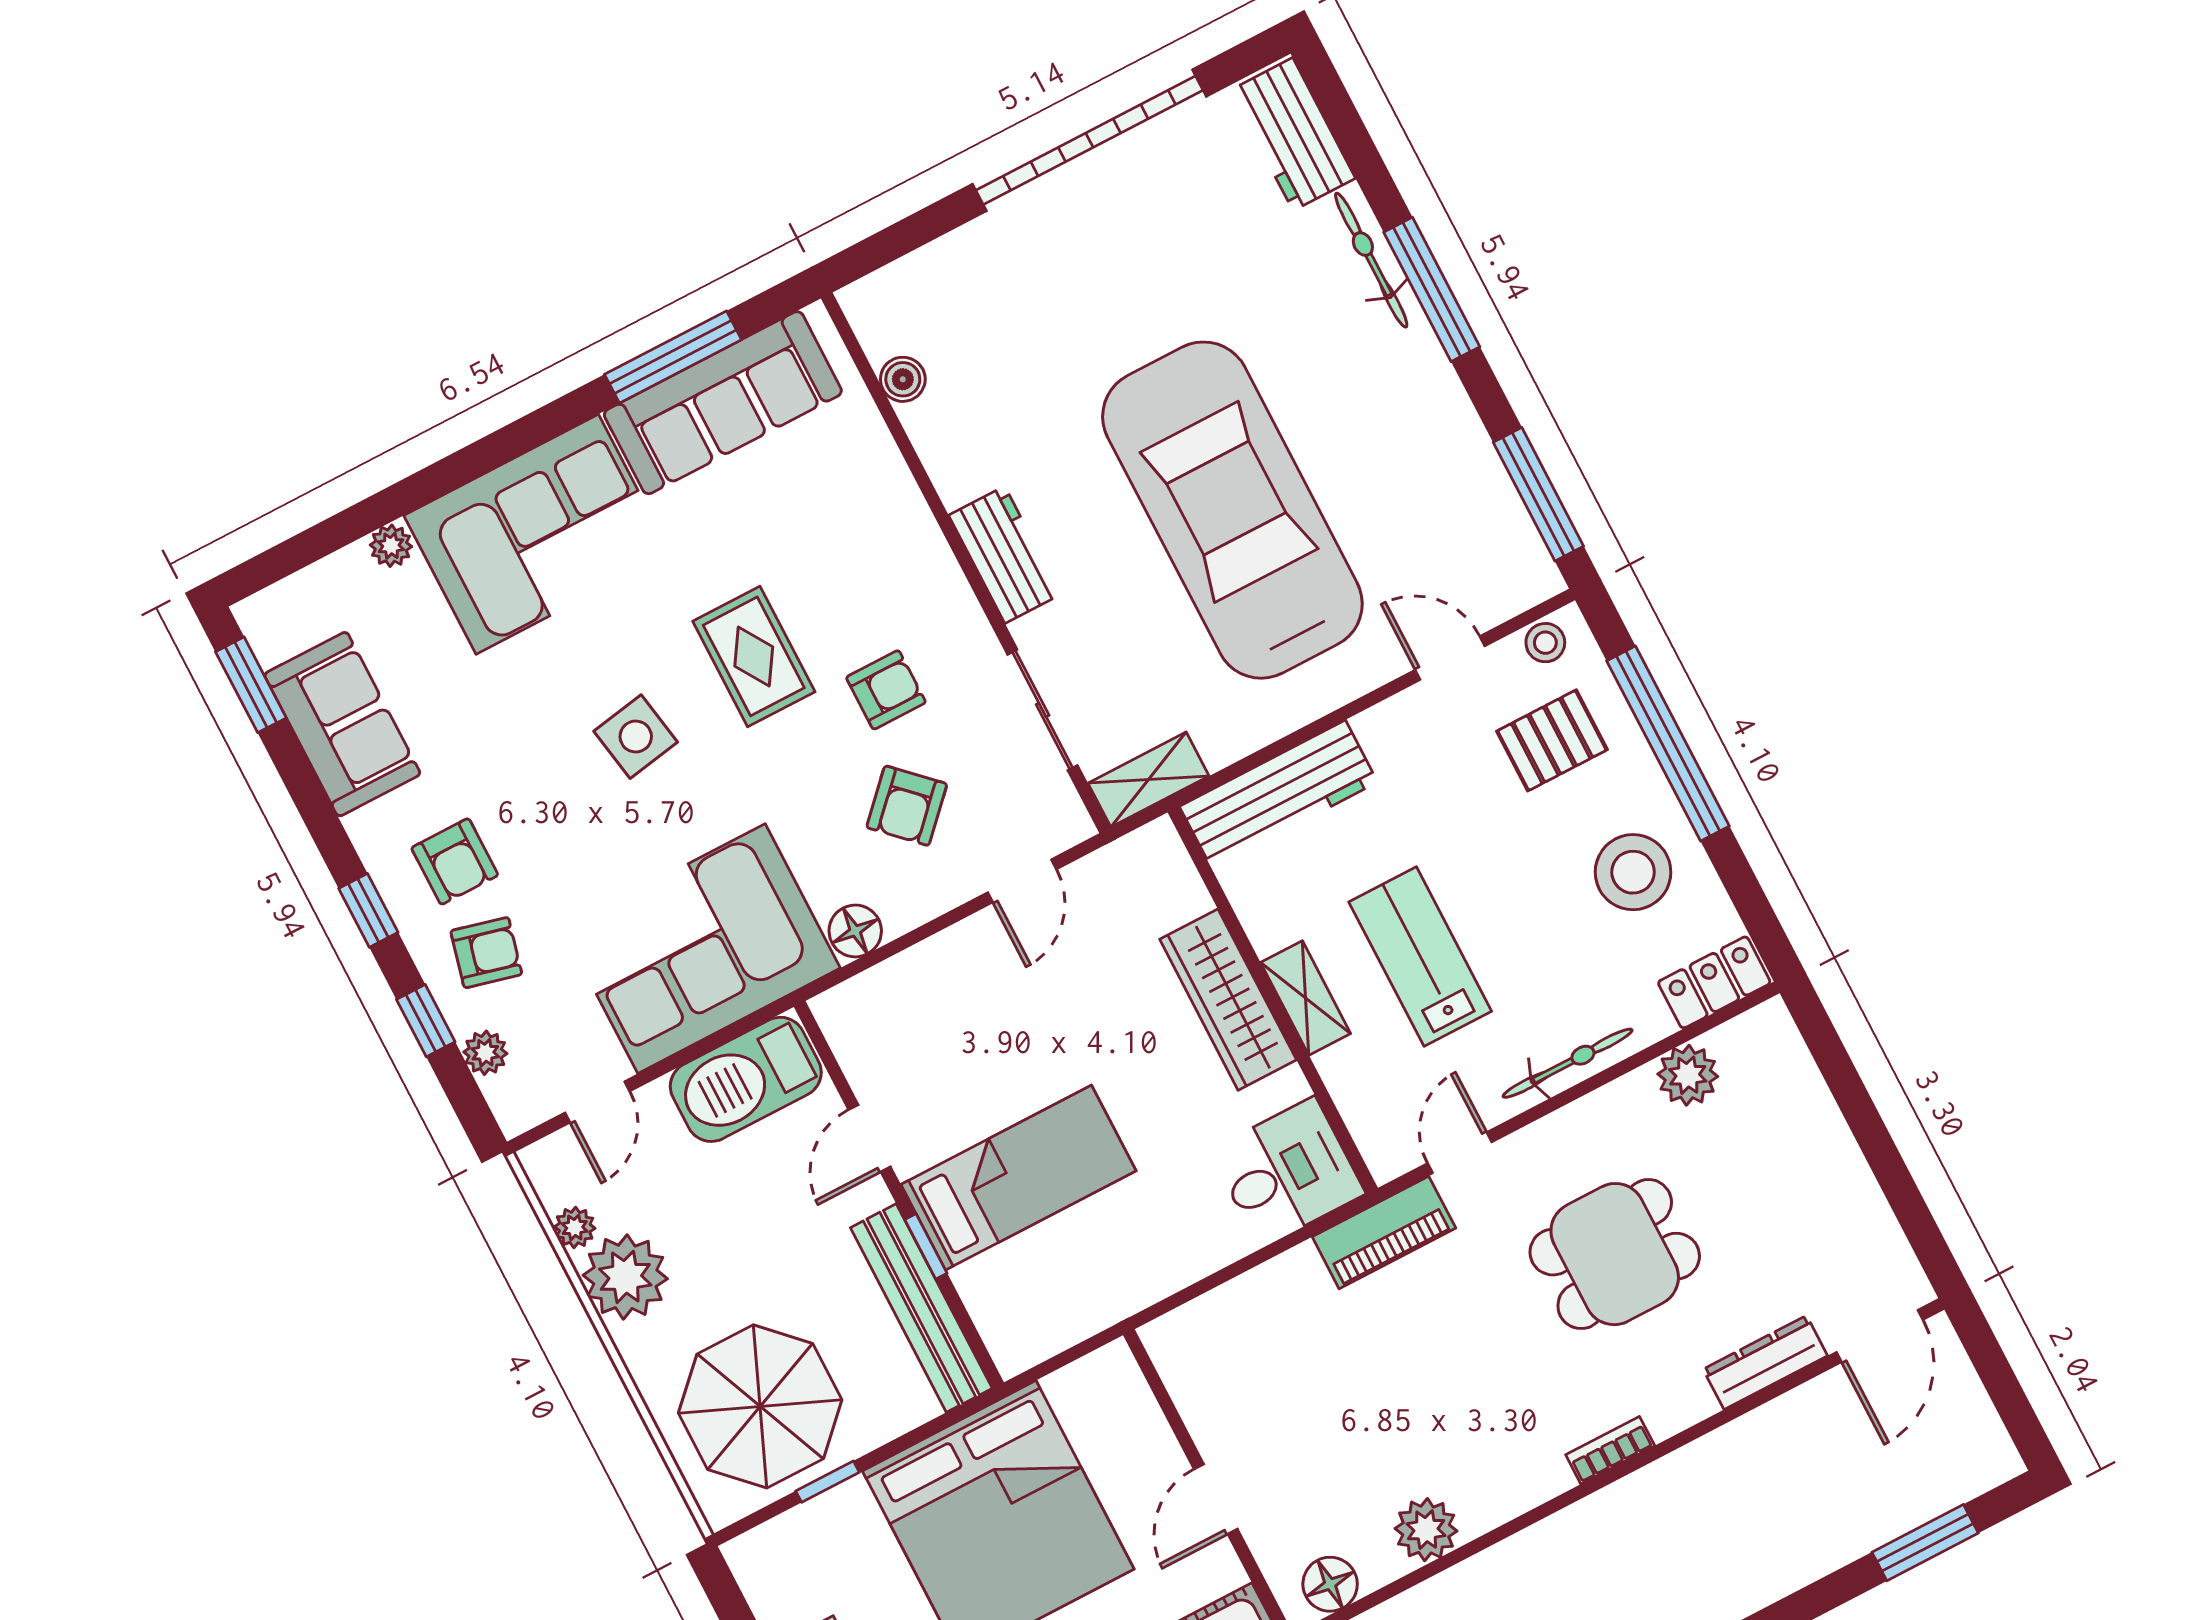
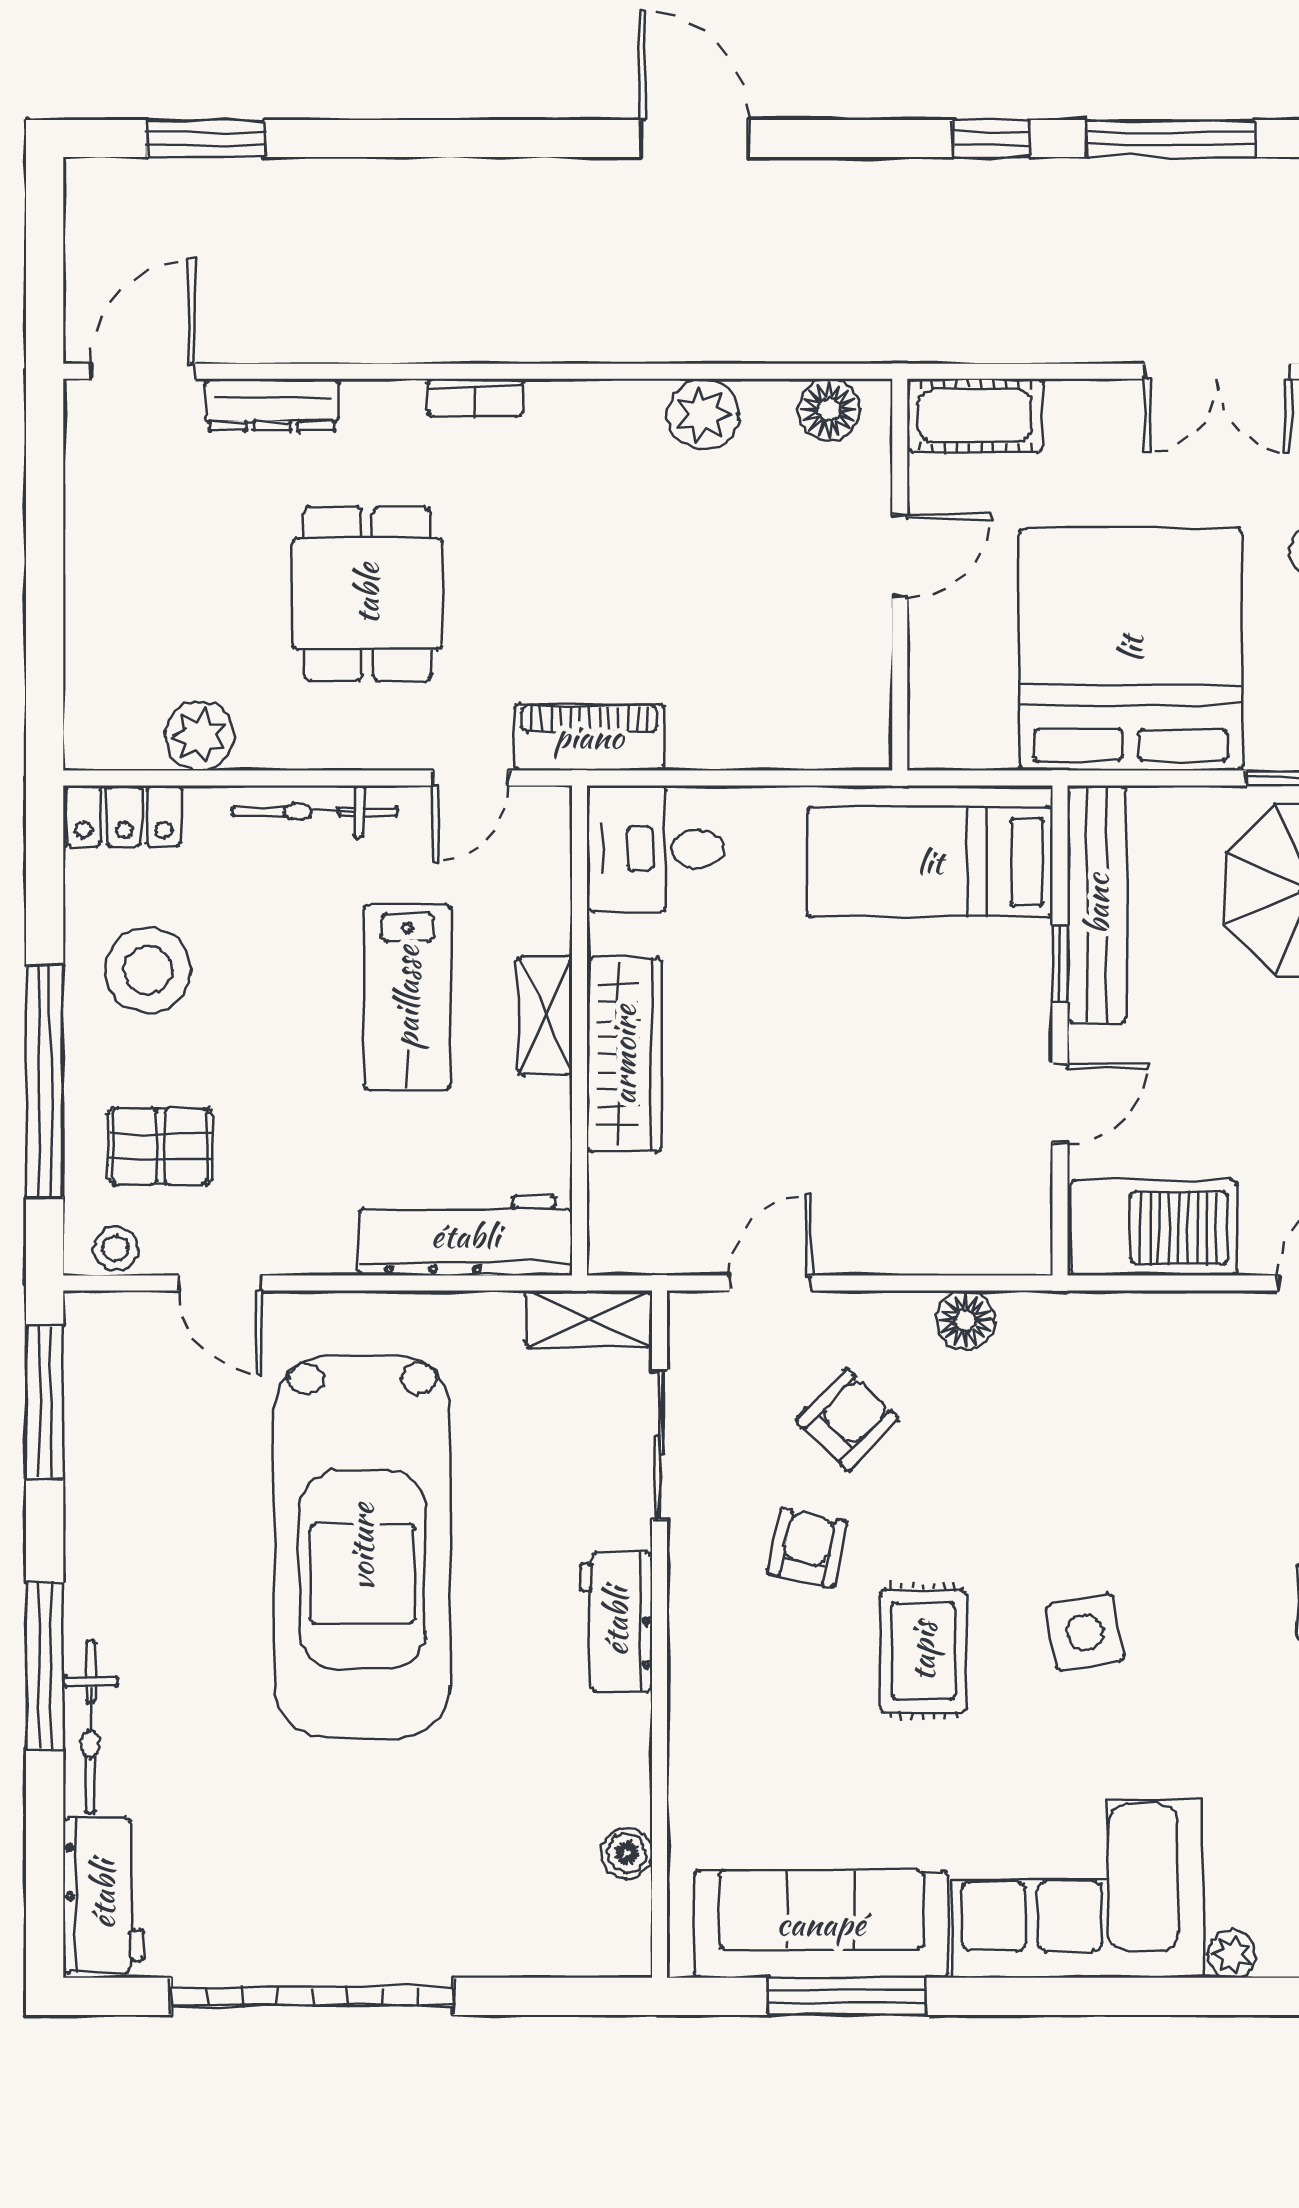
armchair: (886, 690) -> (807, 1548), turned 102
corner sofa: (701, 949) -> (1130, 1383), removed
bed: (1018, 1178) -> (930, 862), moved
dining table: (1615, 1254) -> (367, 594), turned 90

